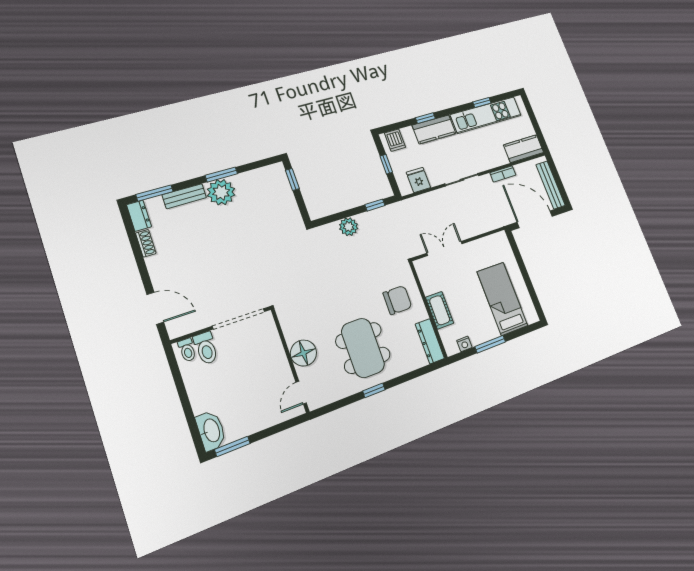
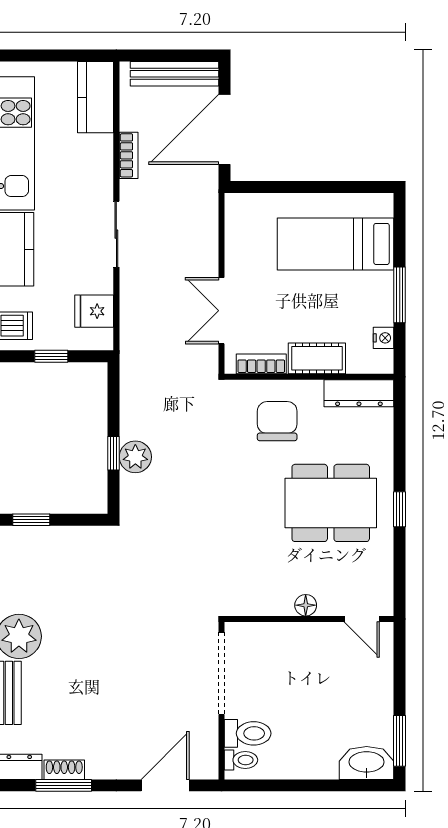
window: (375, 205) -> (113, 453), moved
window: (135, 246) -> (64, 785), added
bookcase: (425, 280) -> (261, 364), added
floor lamp: (303, 353) -> (306, 605), width x0.53, depth x0.53

